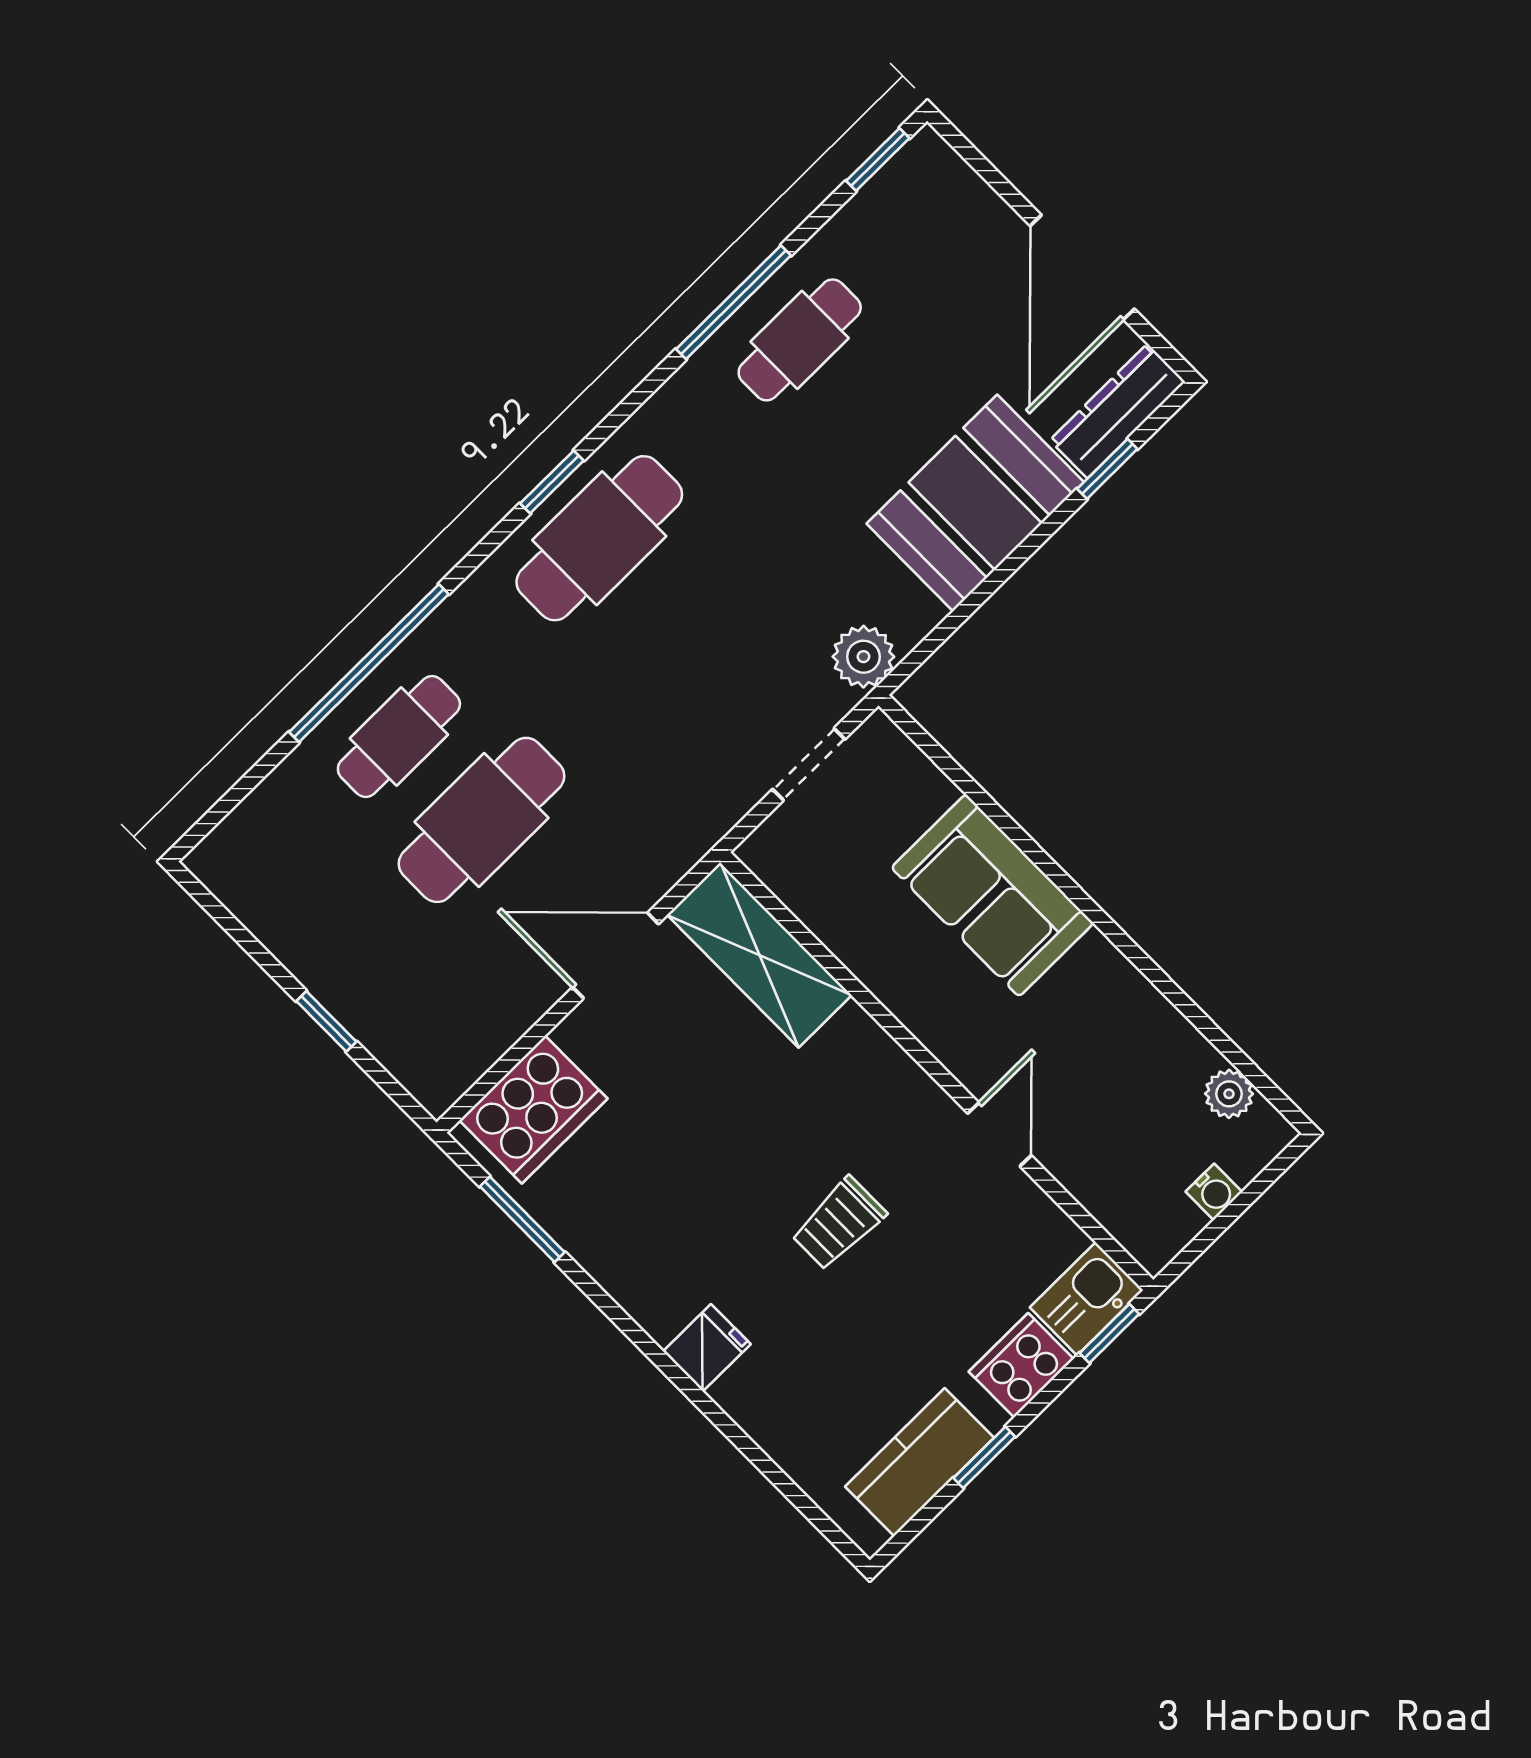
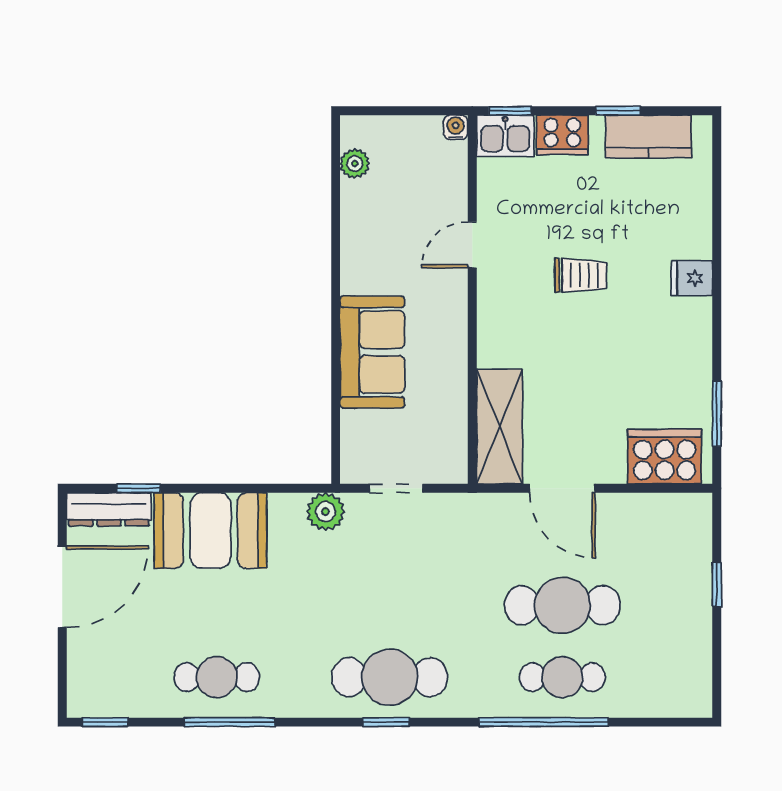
water cooler: (1214, 1192) -> (456, 127), moved

